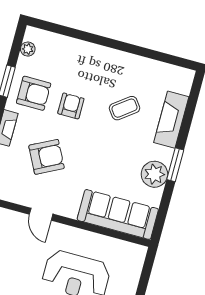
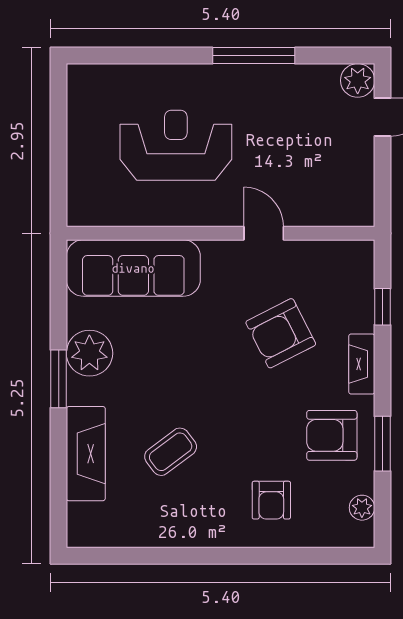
armchair: (71, 106) -> (271, 500), moved

